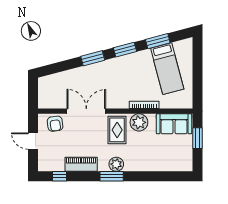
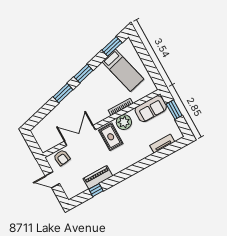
window: (158, 41) -> (112, 46), moved
plant: (116, 164) -> (124, 163), removed
tv unit: (166, 166) -> (162, 144), added
window: (60, 176) -> (96, 190), moved
window: (112, 176) -> (126, 174), removed

